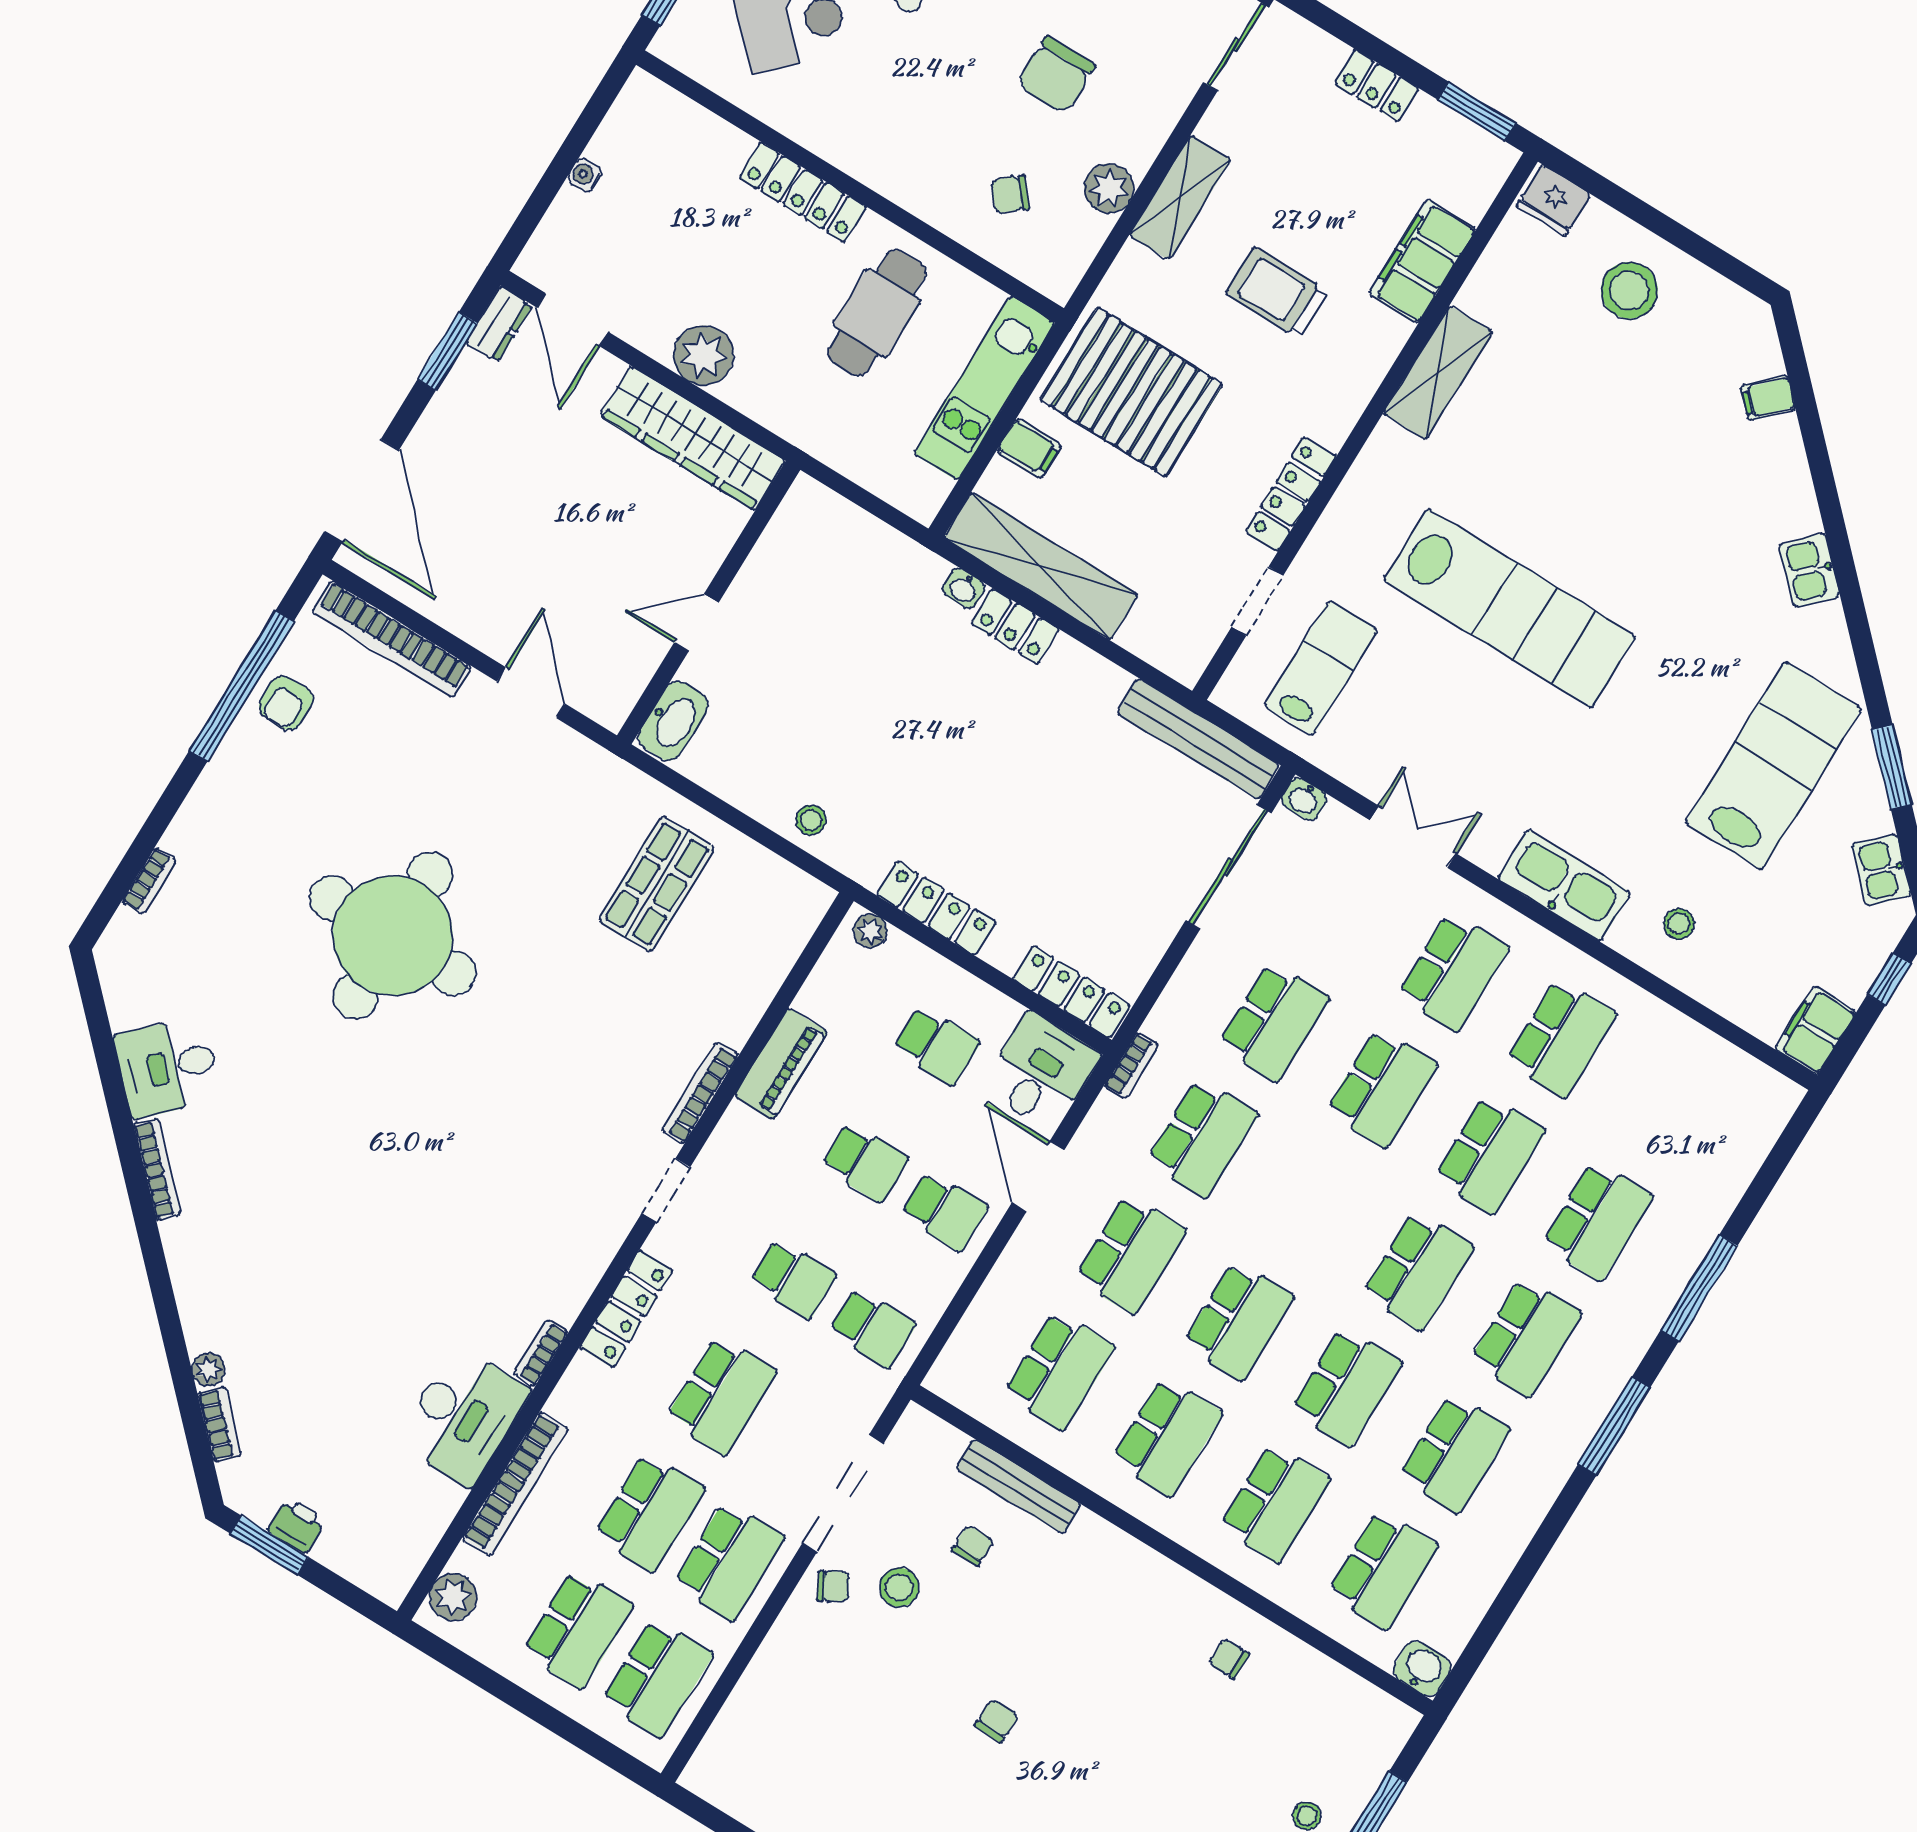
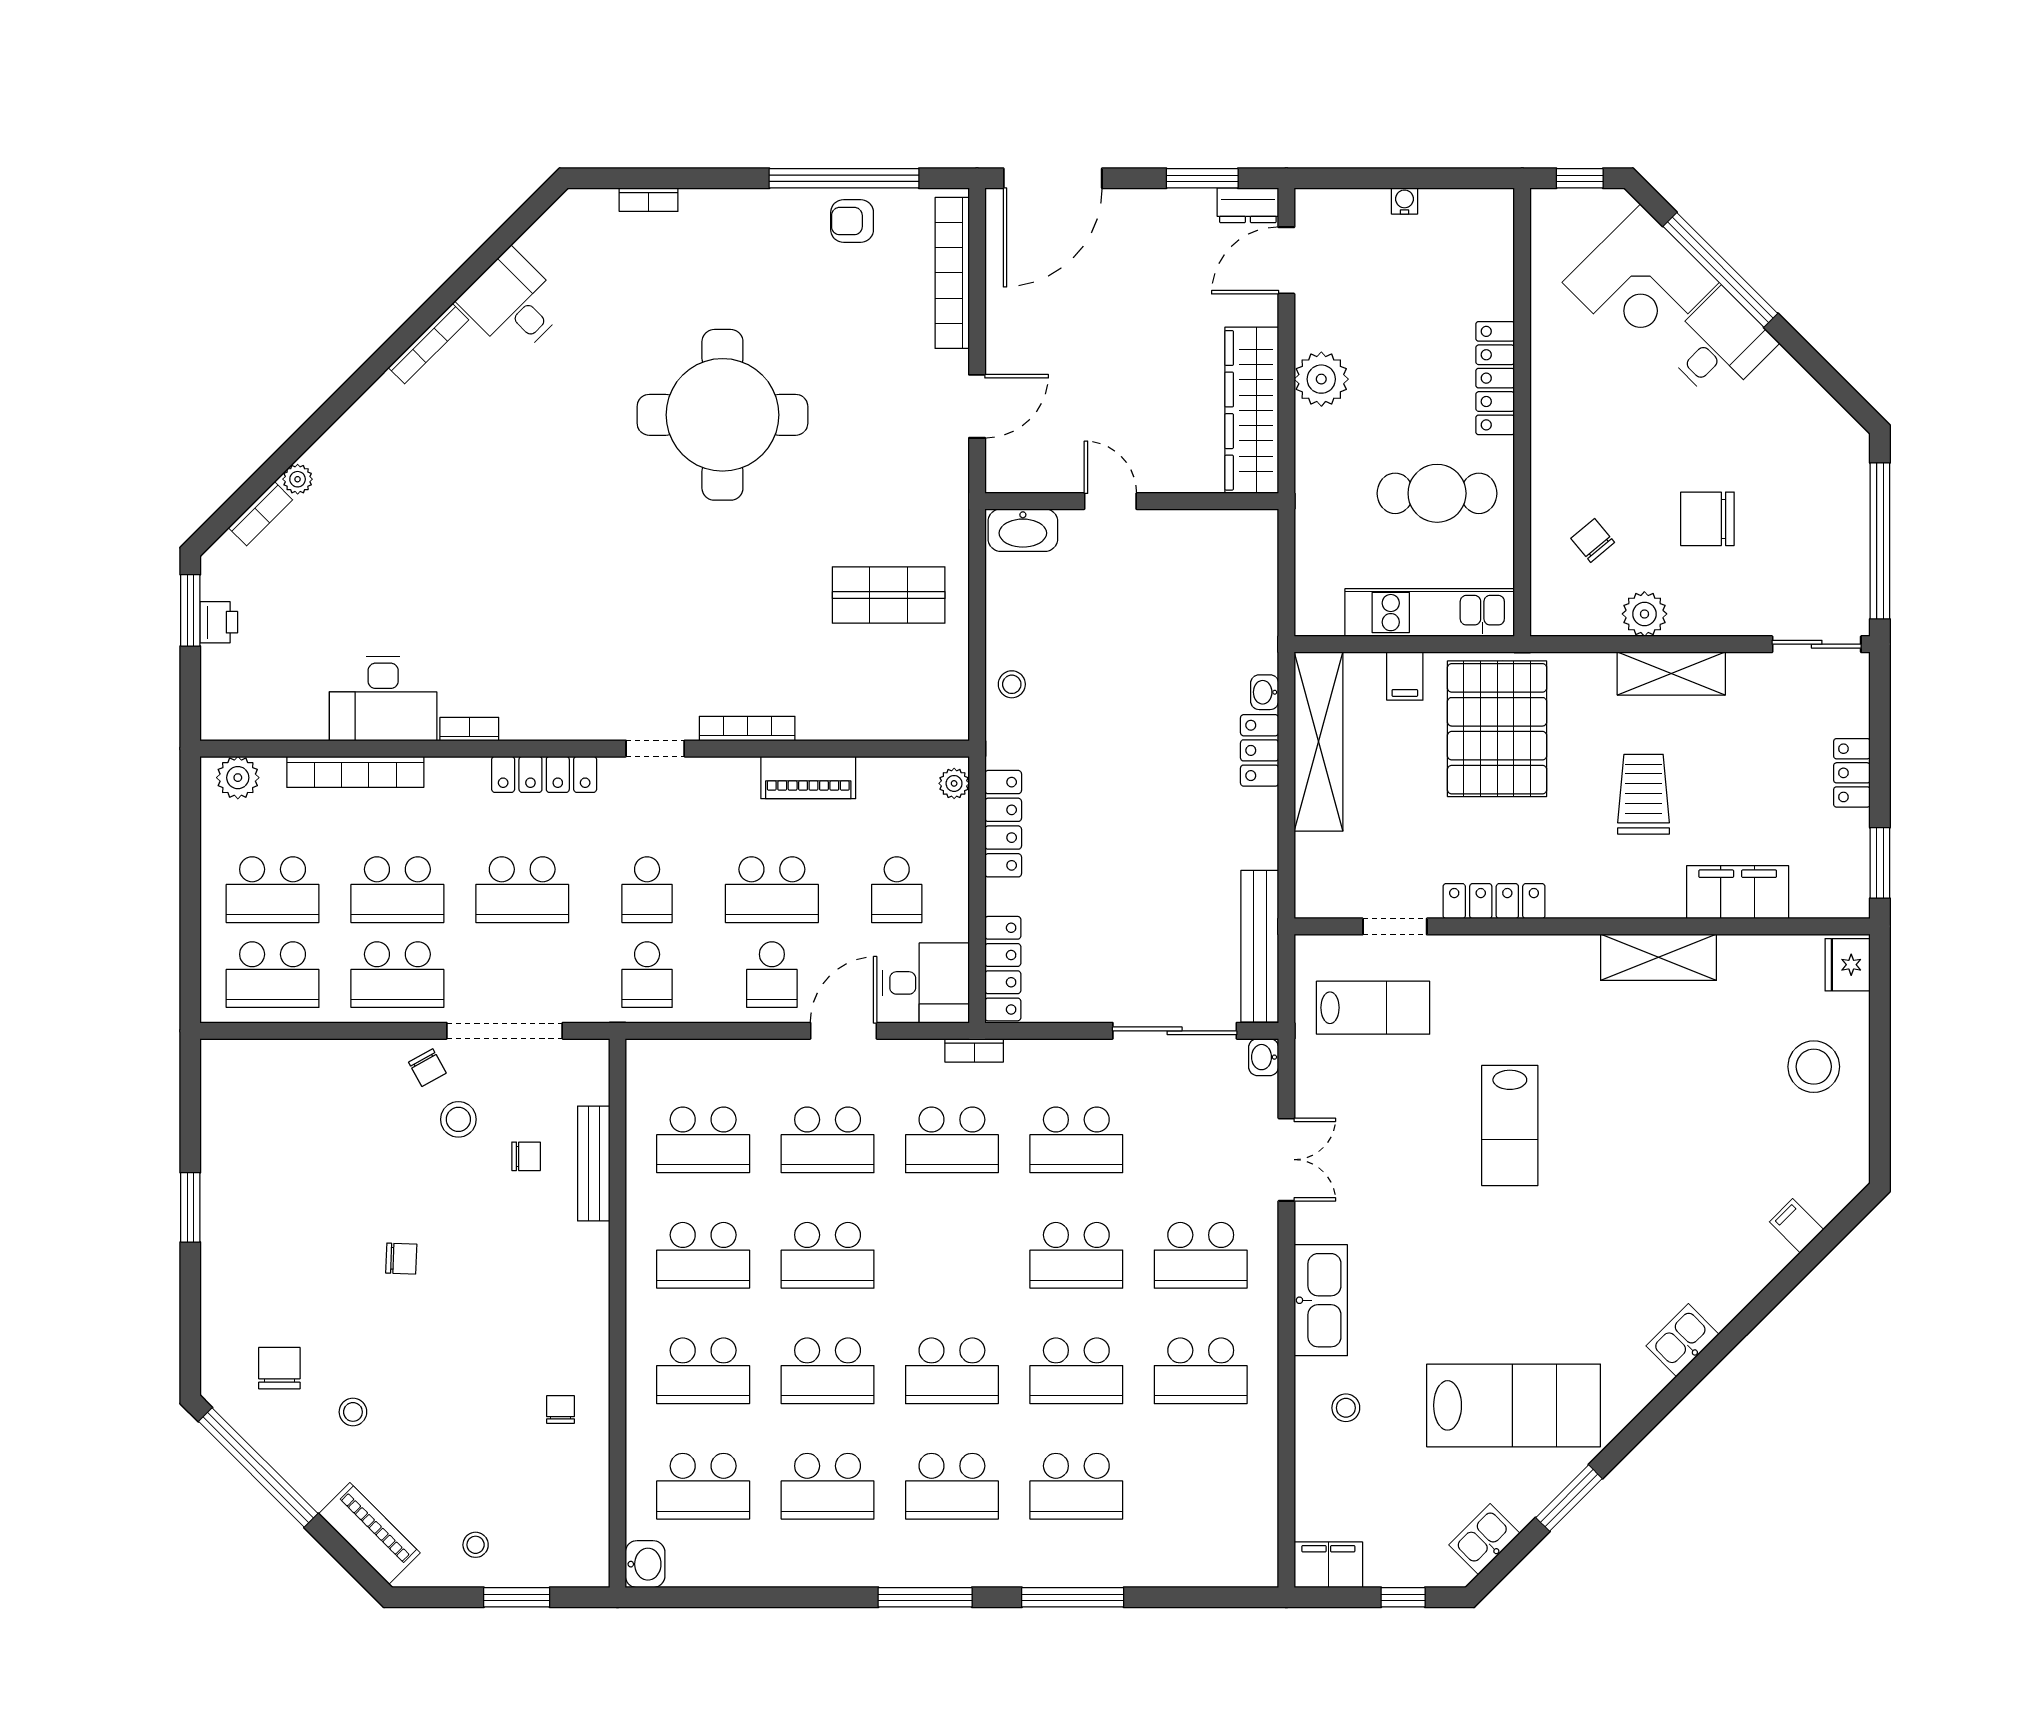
lab bench: (1510, 608) -> (1510, 1126), width x0.54, depth x0.72
school desk: (865, 1162) -> (772, 890), width x1.85

